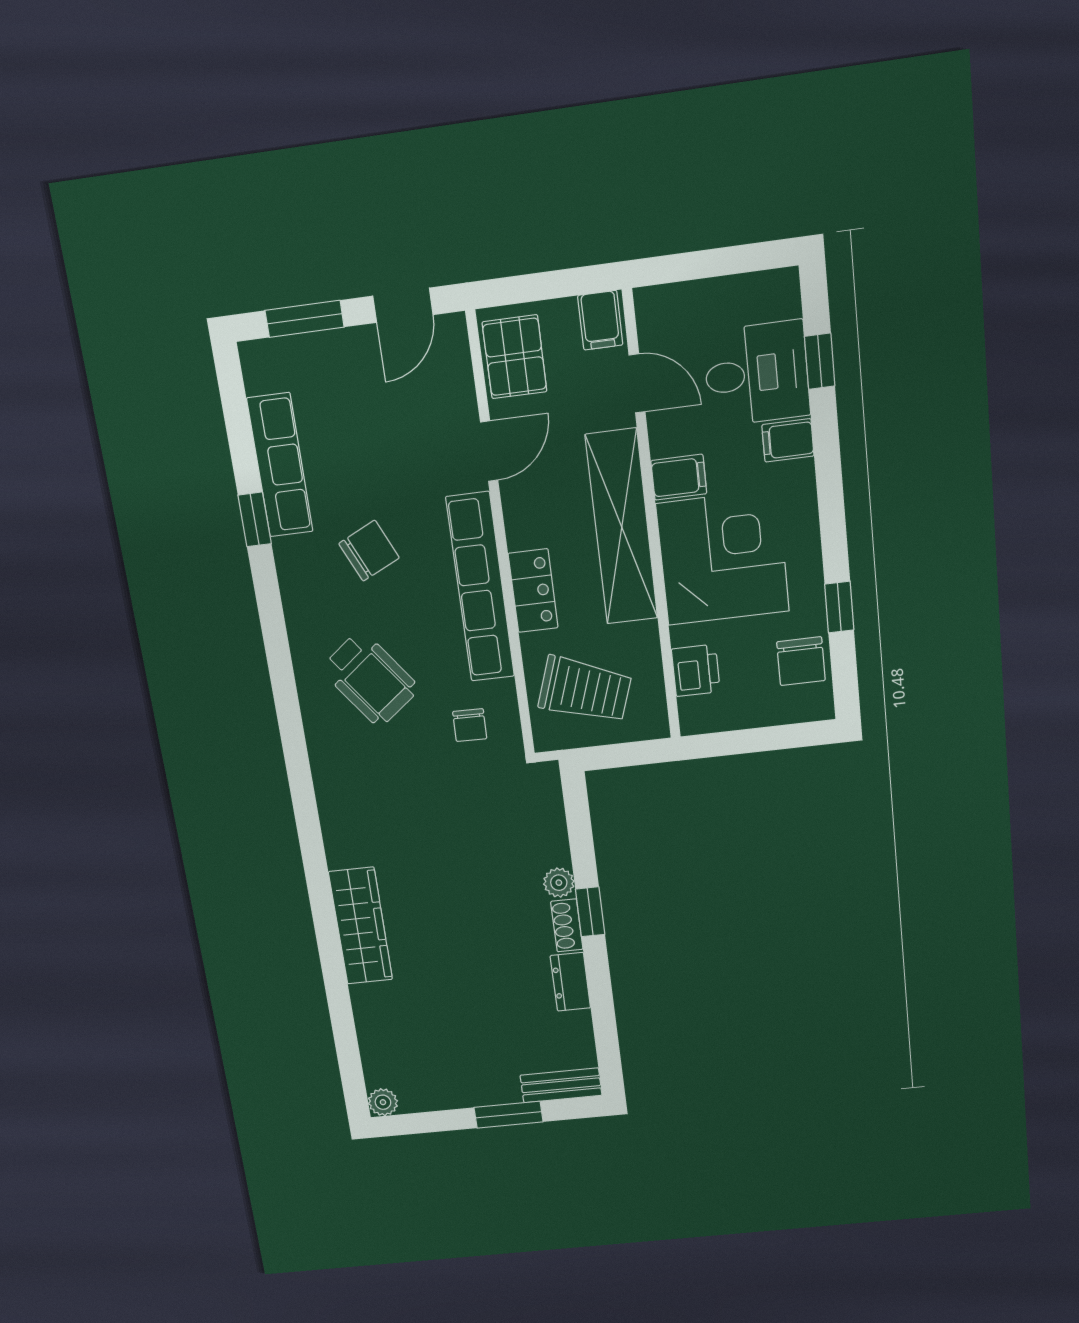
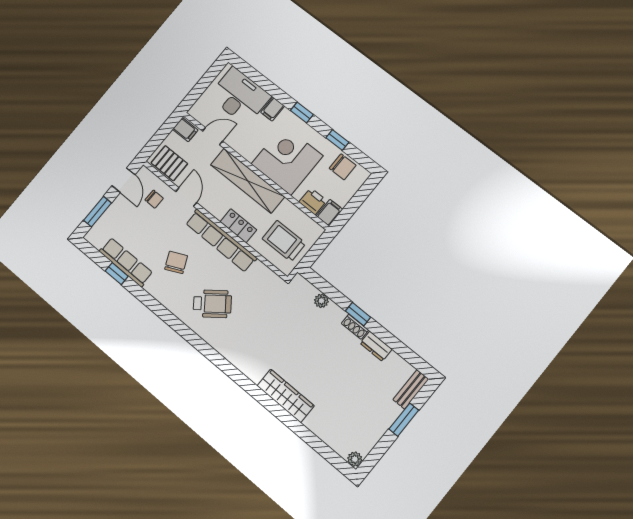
window: (820, 361) -> (302, 112), moved
desk: (756, 374) -> (240, 96), width x1.37
filing cabinet: (679, 477) -> (329, 213), moved
window: (255, 519) -> (117, 274), moved
trolley: (585, 690) -> (284, 241), turned -109
chair: (470, 725) -> (154, 199), moved
plant: (559, 883) -> (321, 301), moved

